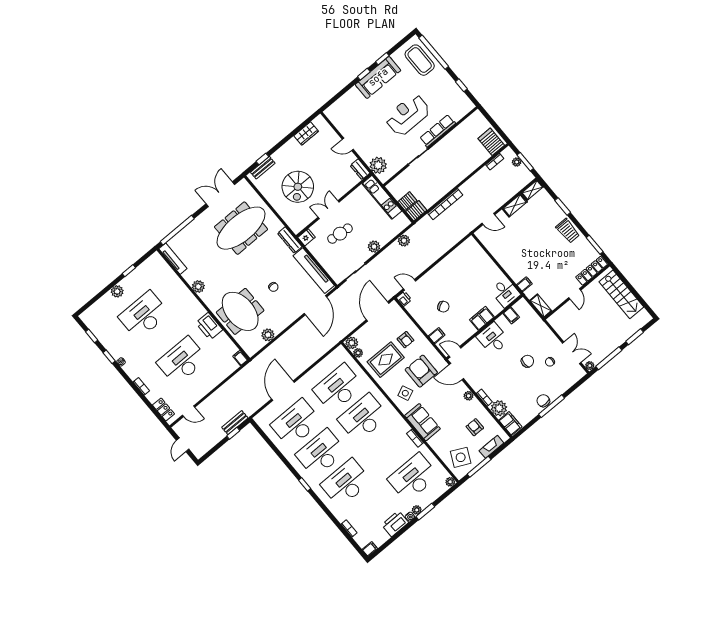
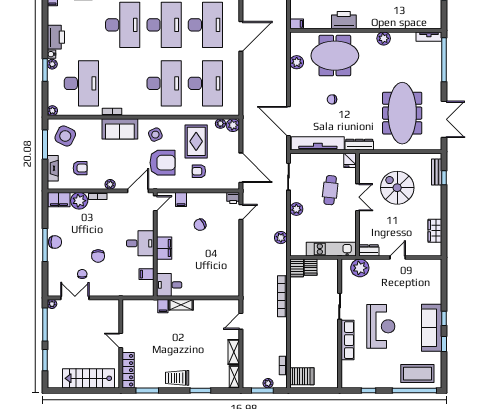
tv unit: (173, 259) -> (429, 37), width x0.71
shelving: (541, 306) -> (181, 305), moved
double door: (572, 353) -> (75, 298), swing flipped
door: (283, 391) -> (241, 36), hinge flipped

